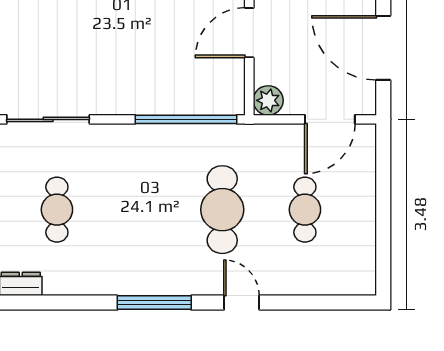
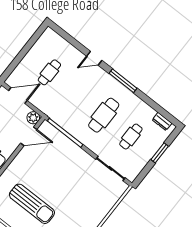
door: (249, 33) -> (29, 136), moved
cafe table: (222, 210) -> (104, 115), moved
door: (242, 303) -> (94, 58), hinge flipped

